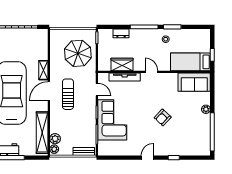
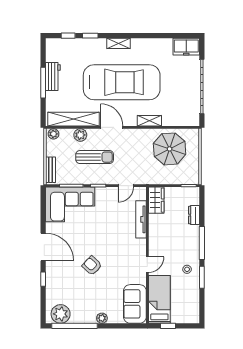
parasol: (78, 53) -> (170, 149), moved
wardrobe: (122, 64) -> (156, 200), moved
door: (151, 72) -> (147, 265), moved
door: (49, 91) -> (112, 127), moved
sun lounger: (68, 94) -> (95, 157), moved
corner sofa: (112, 120) -> (70, 204), moved
plant: (55, 139) -> (80, 135), moved
plant: (202, 143) -> (61, 314), added
door: (147, 158) -> (43, 247), width x1.88

